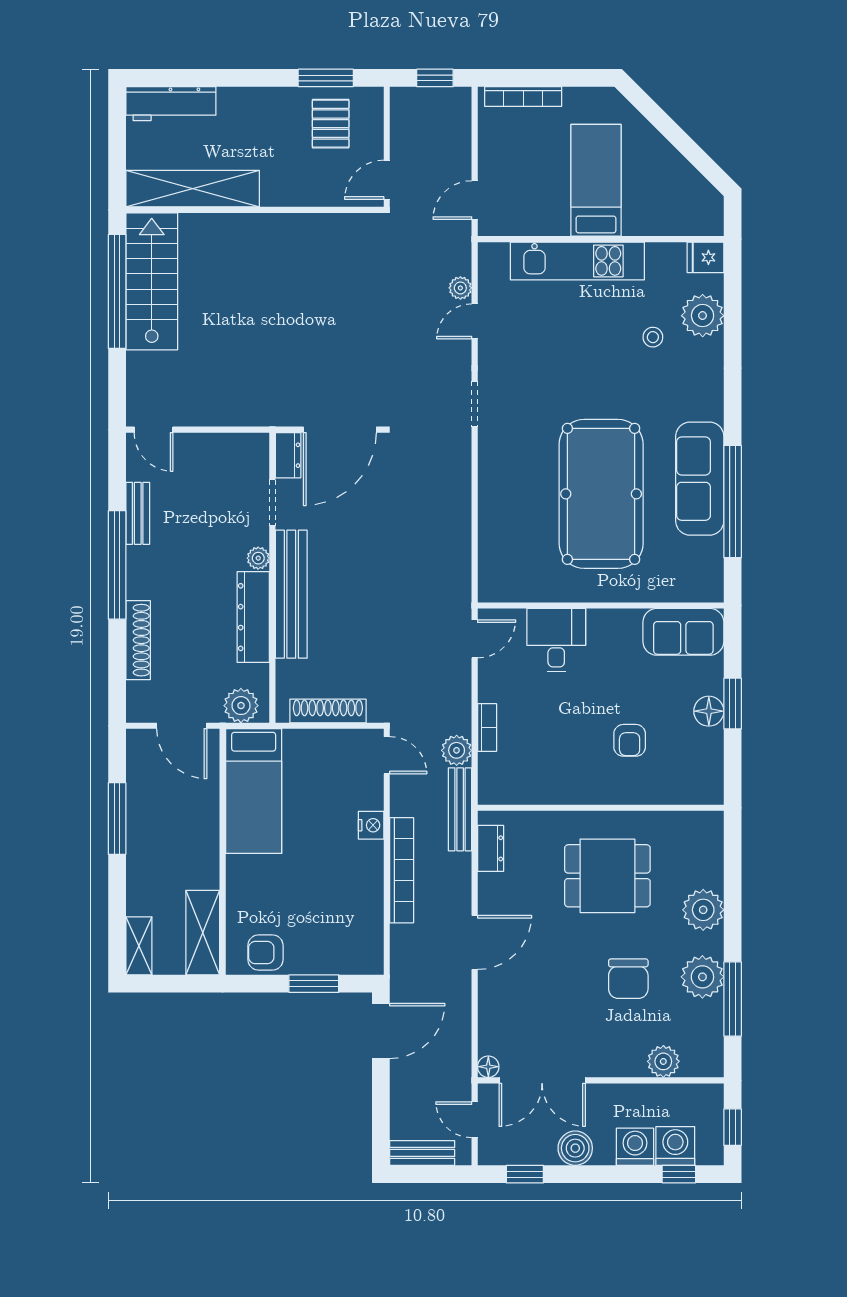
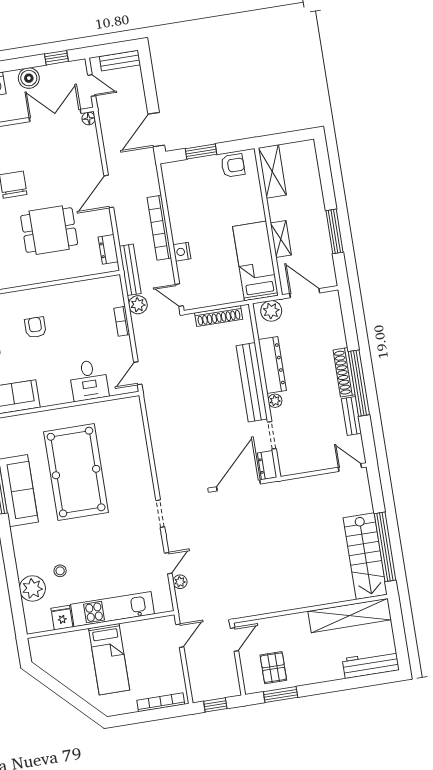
fridge: (706, 257) -> (62, 618), moved, turned -90
shoe rack: (138, 640) -> (344, 372), moved
dining table: (607, 876) -> (49, 230), moved
shelving: (139, 946) -> (281, 239), moved

